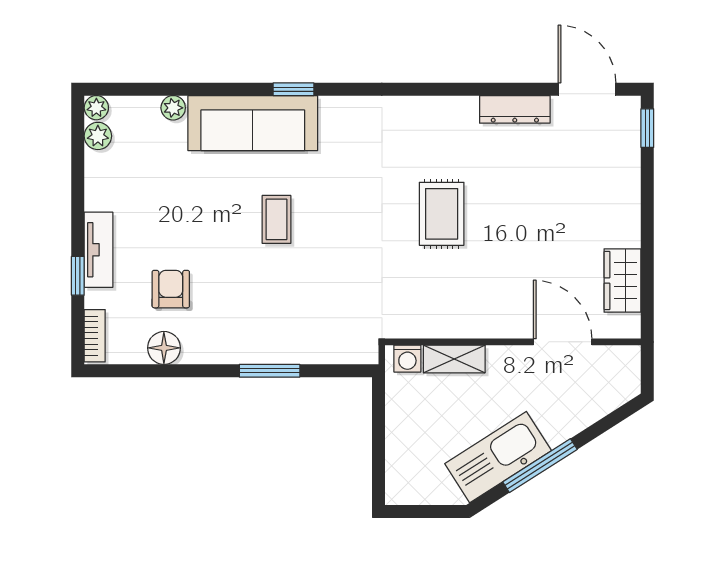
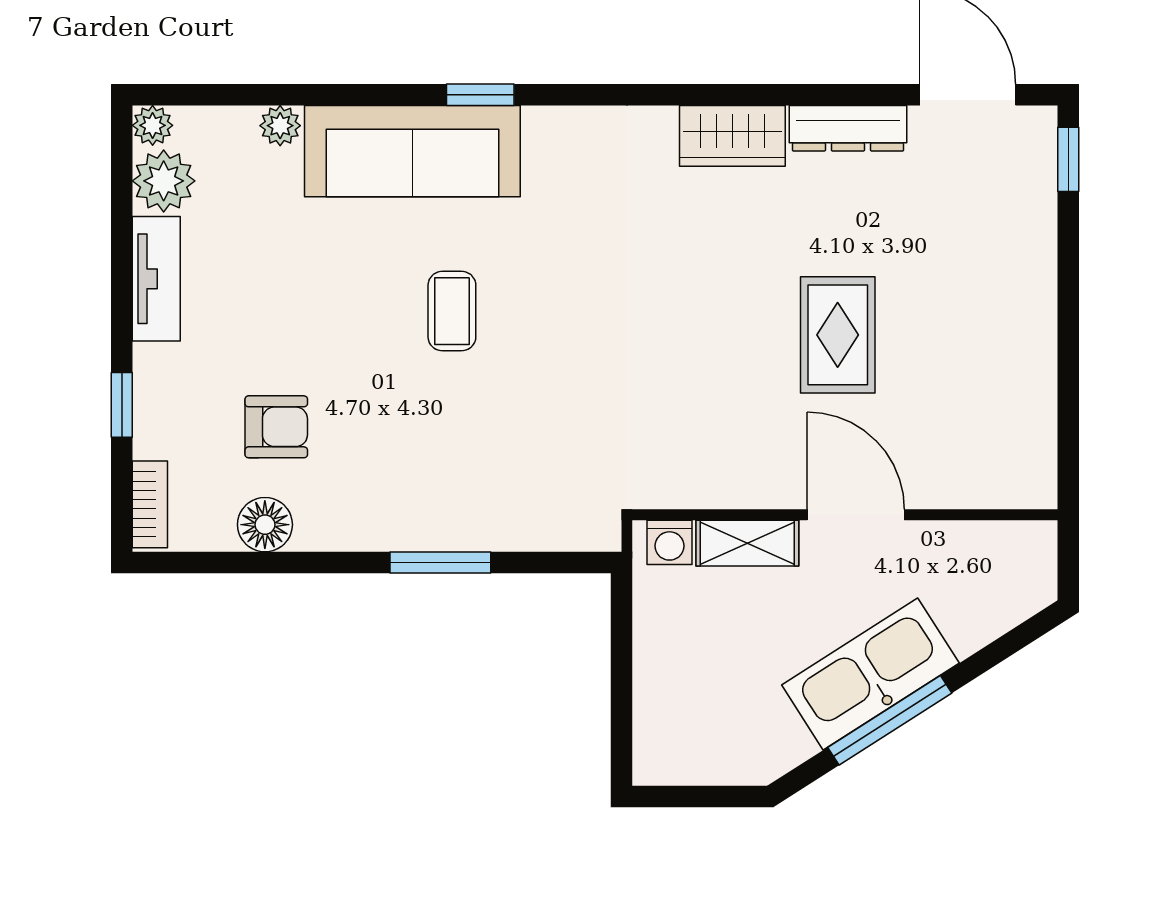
plant: (98, 136) -> (164, 181), width x1.38, depth x1.38
rug: (442, 214) -> (838, 335), moved
tv unit: (99, 250) -> (156, 279), moved
wardrobe: (623, 280) -> (732, 136), moved, turned -90
armchair: (171, 289) -> (276, 427), turned 90
door: (563, 342) -> (856, 515), moved
kitchen sink: (498, 457) -> (870, 674), moved

